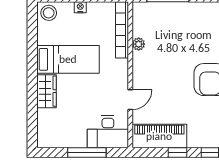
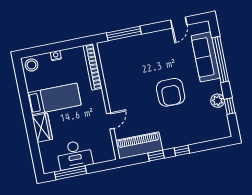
plant: (139, 44) -> (108, 76), removed
desk: (108, 132) -> (75, 155), moved
window: (87, 152) -> (70, 173), moved

